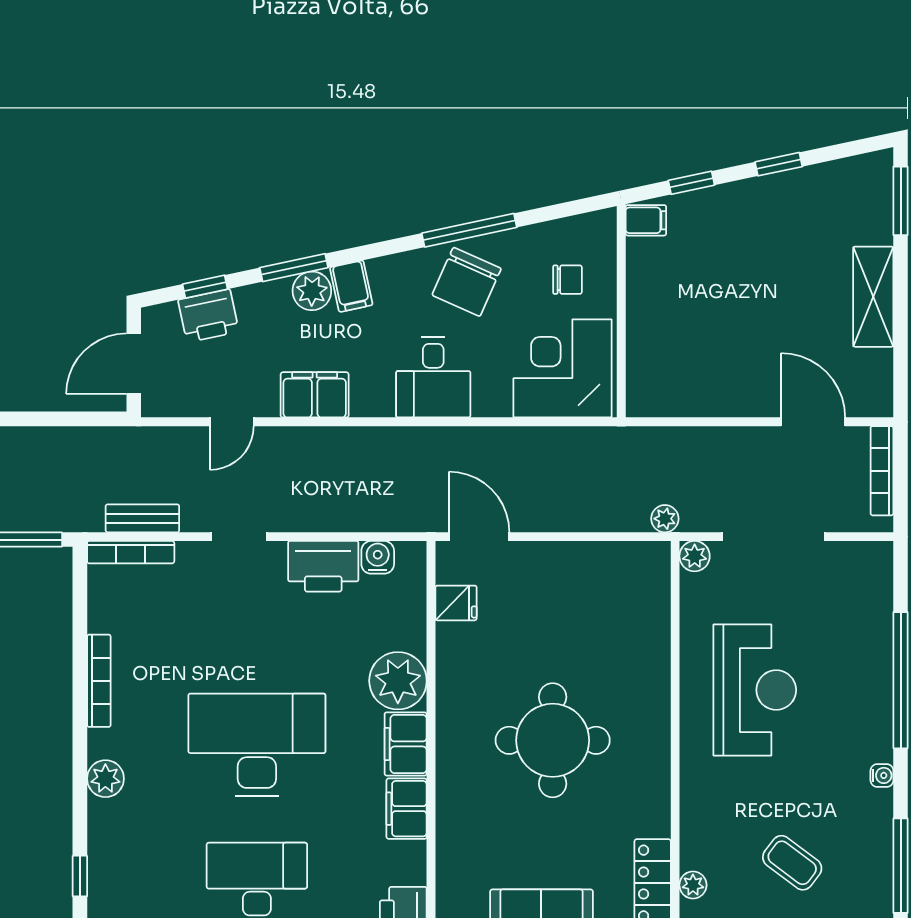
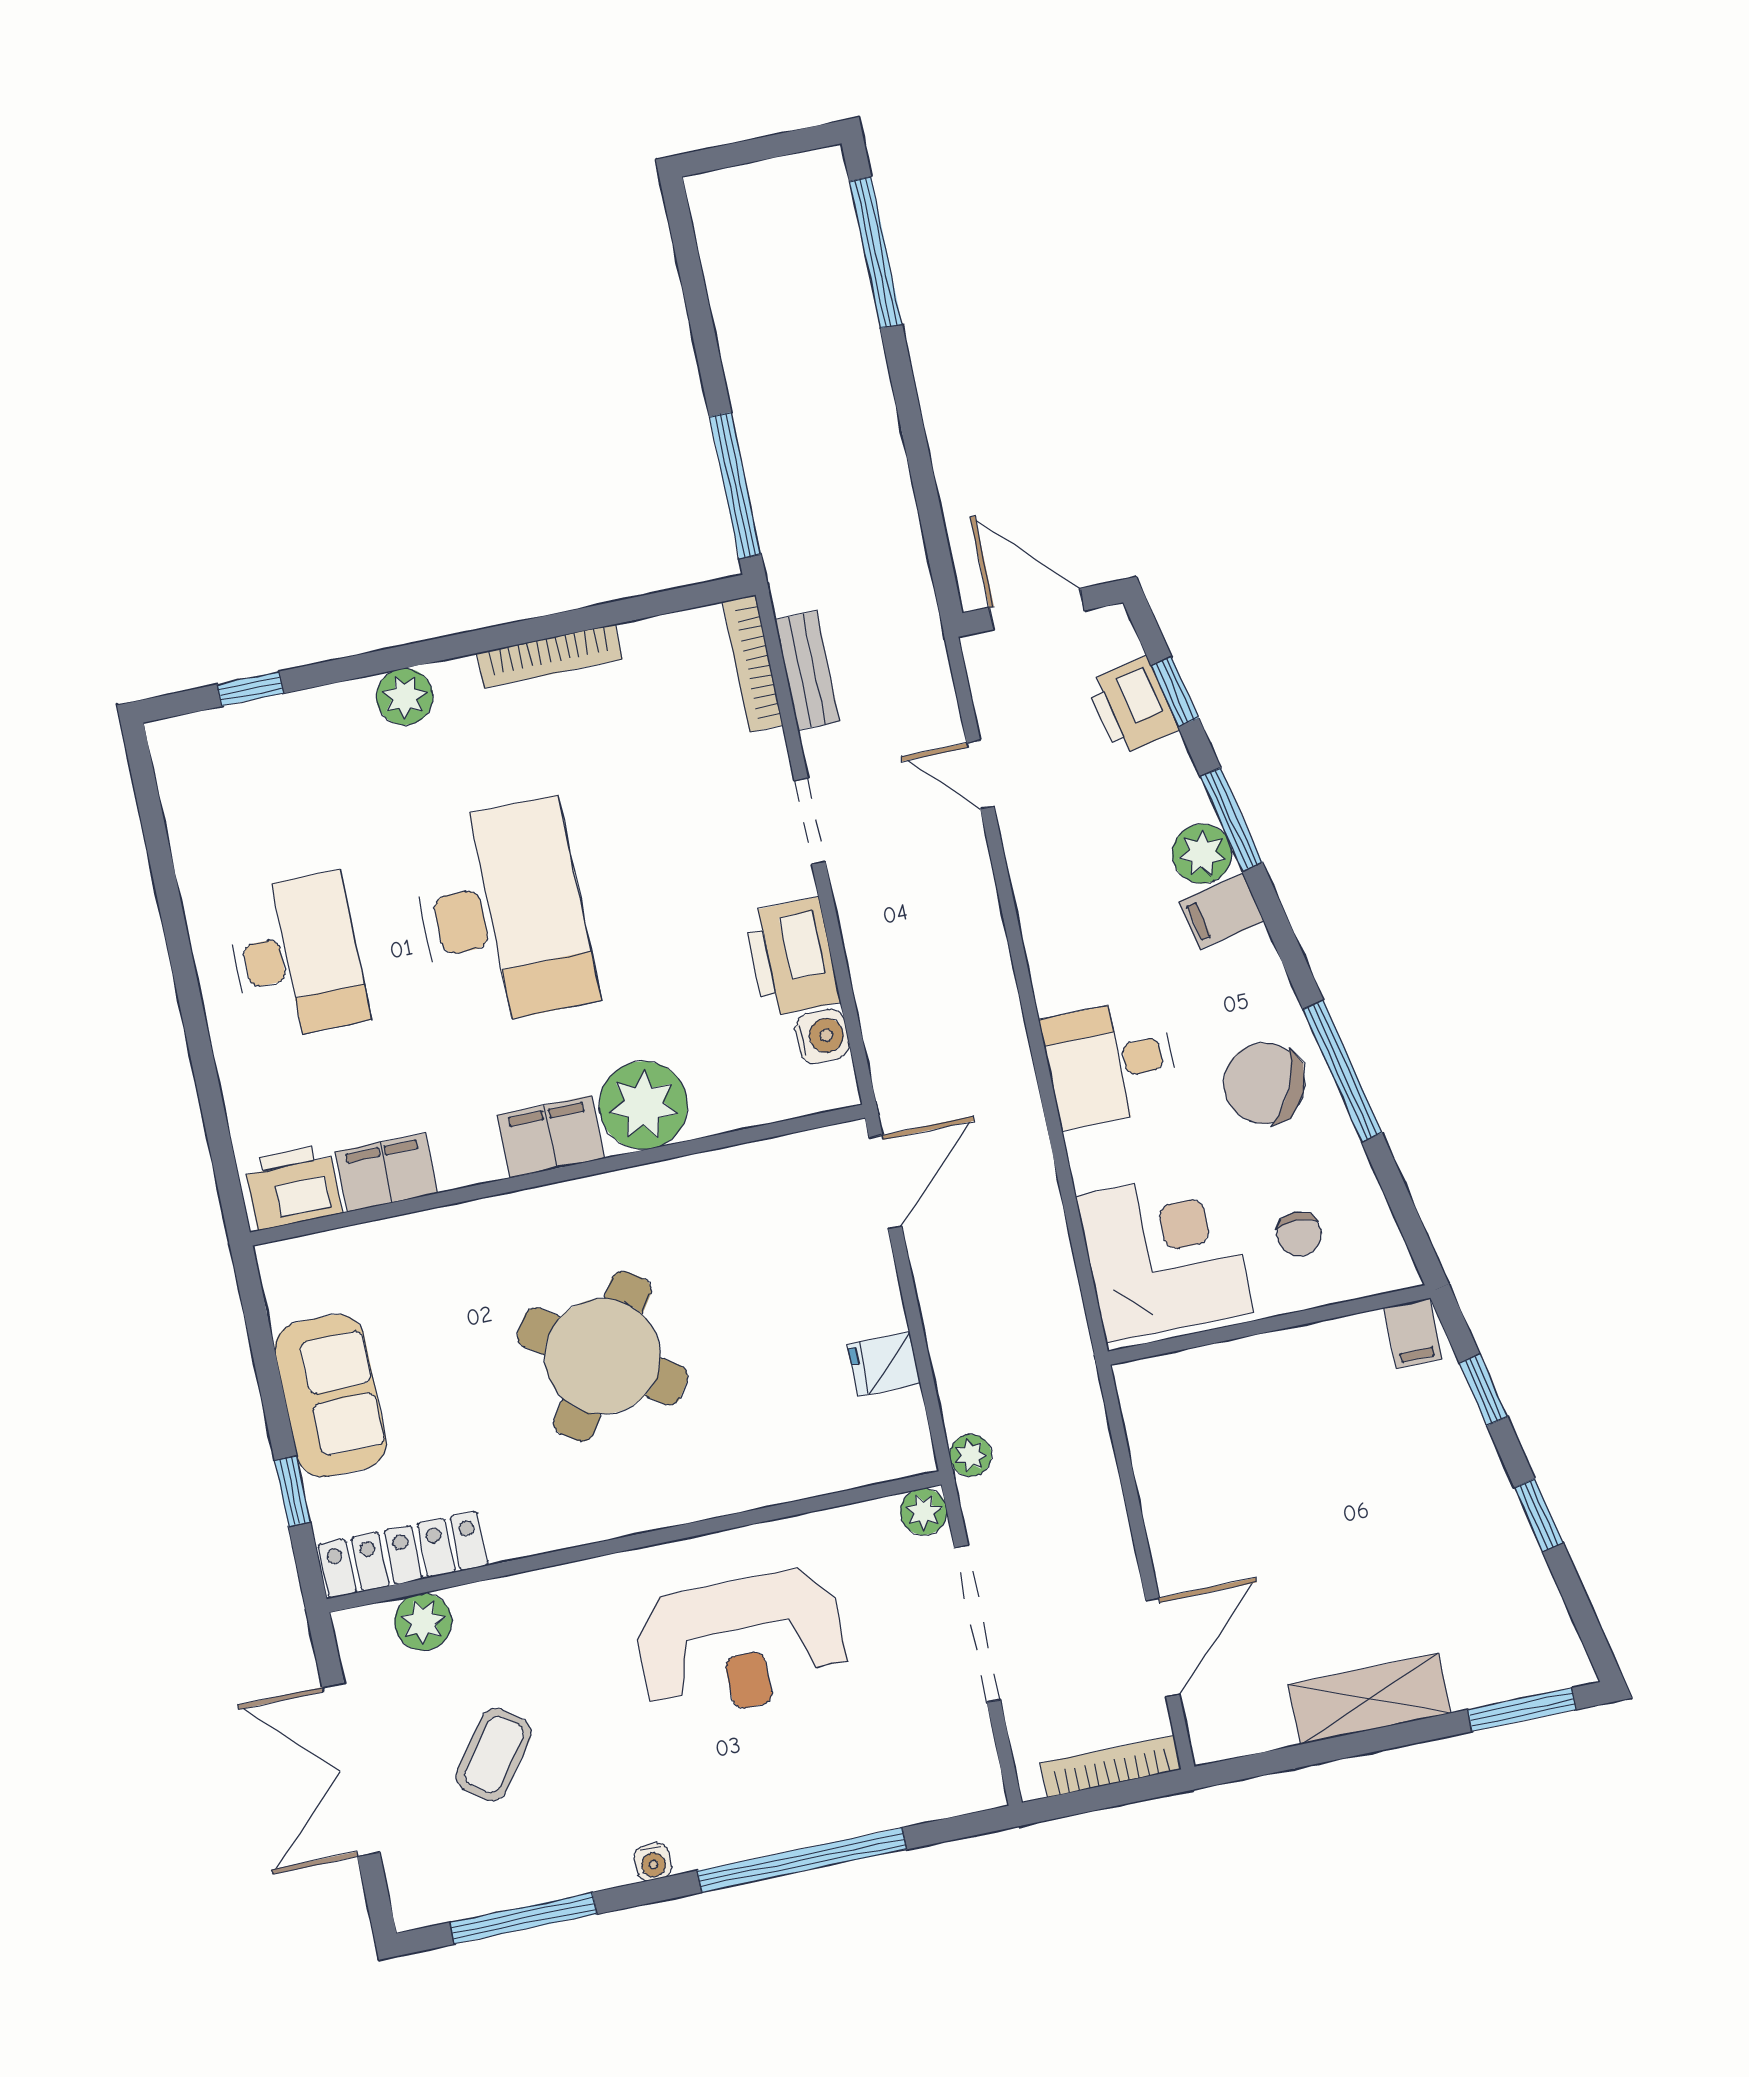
filing cabinet: (315, 395) -> (1047, 890), removed
fridge: (456, 603) -> (884, 1364), moved, turned 90
round table: (553, 740) -> (603, 1356), turned 34
filing cabinet: (407, 809) -> (386, 1173), moved
plant: (693, 885) -> (423, 1622), width x1.38, depth x1.38

